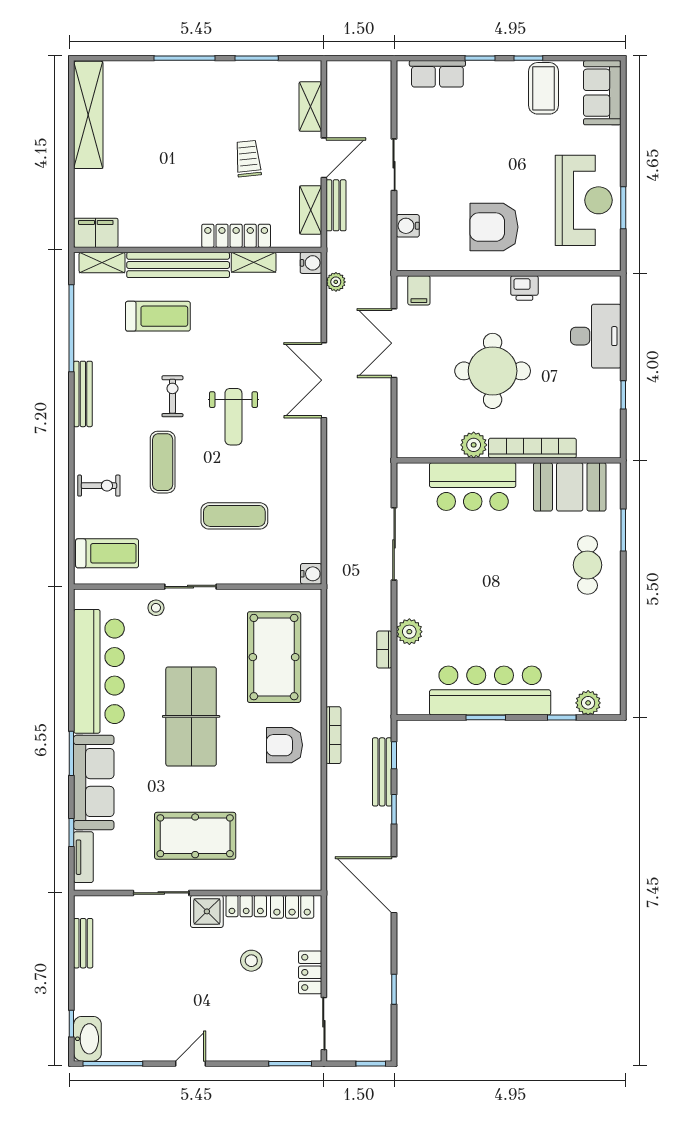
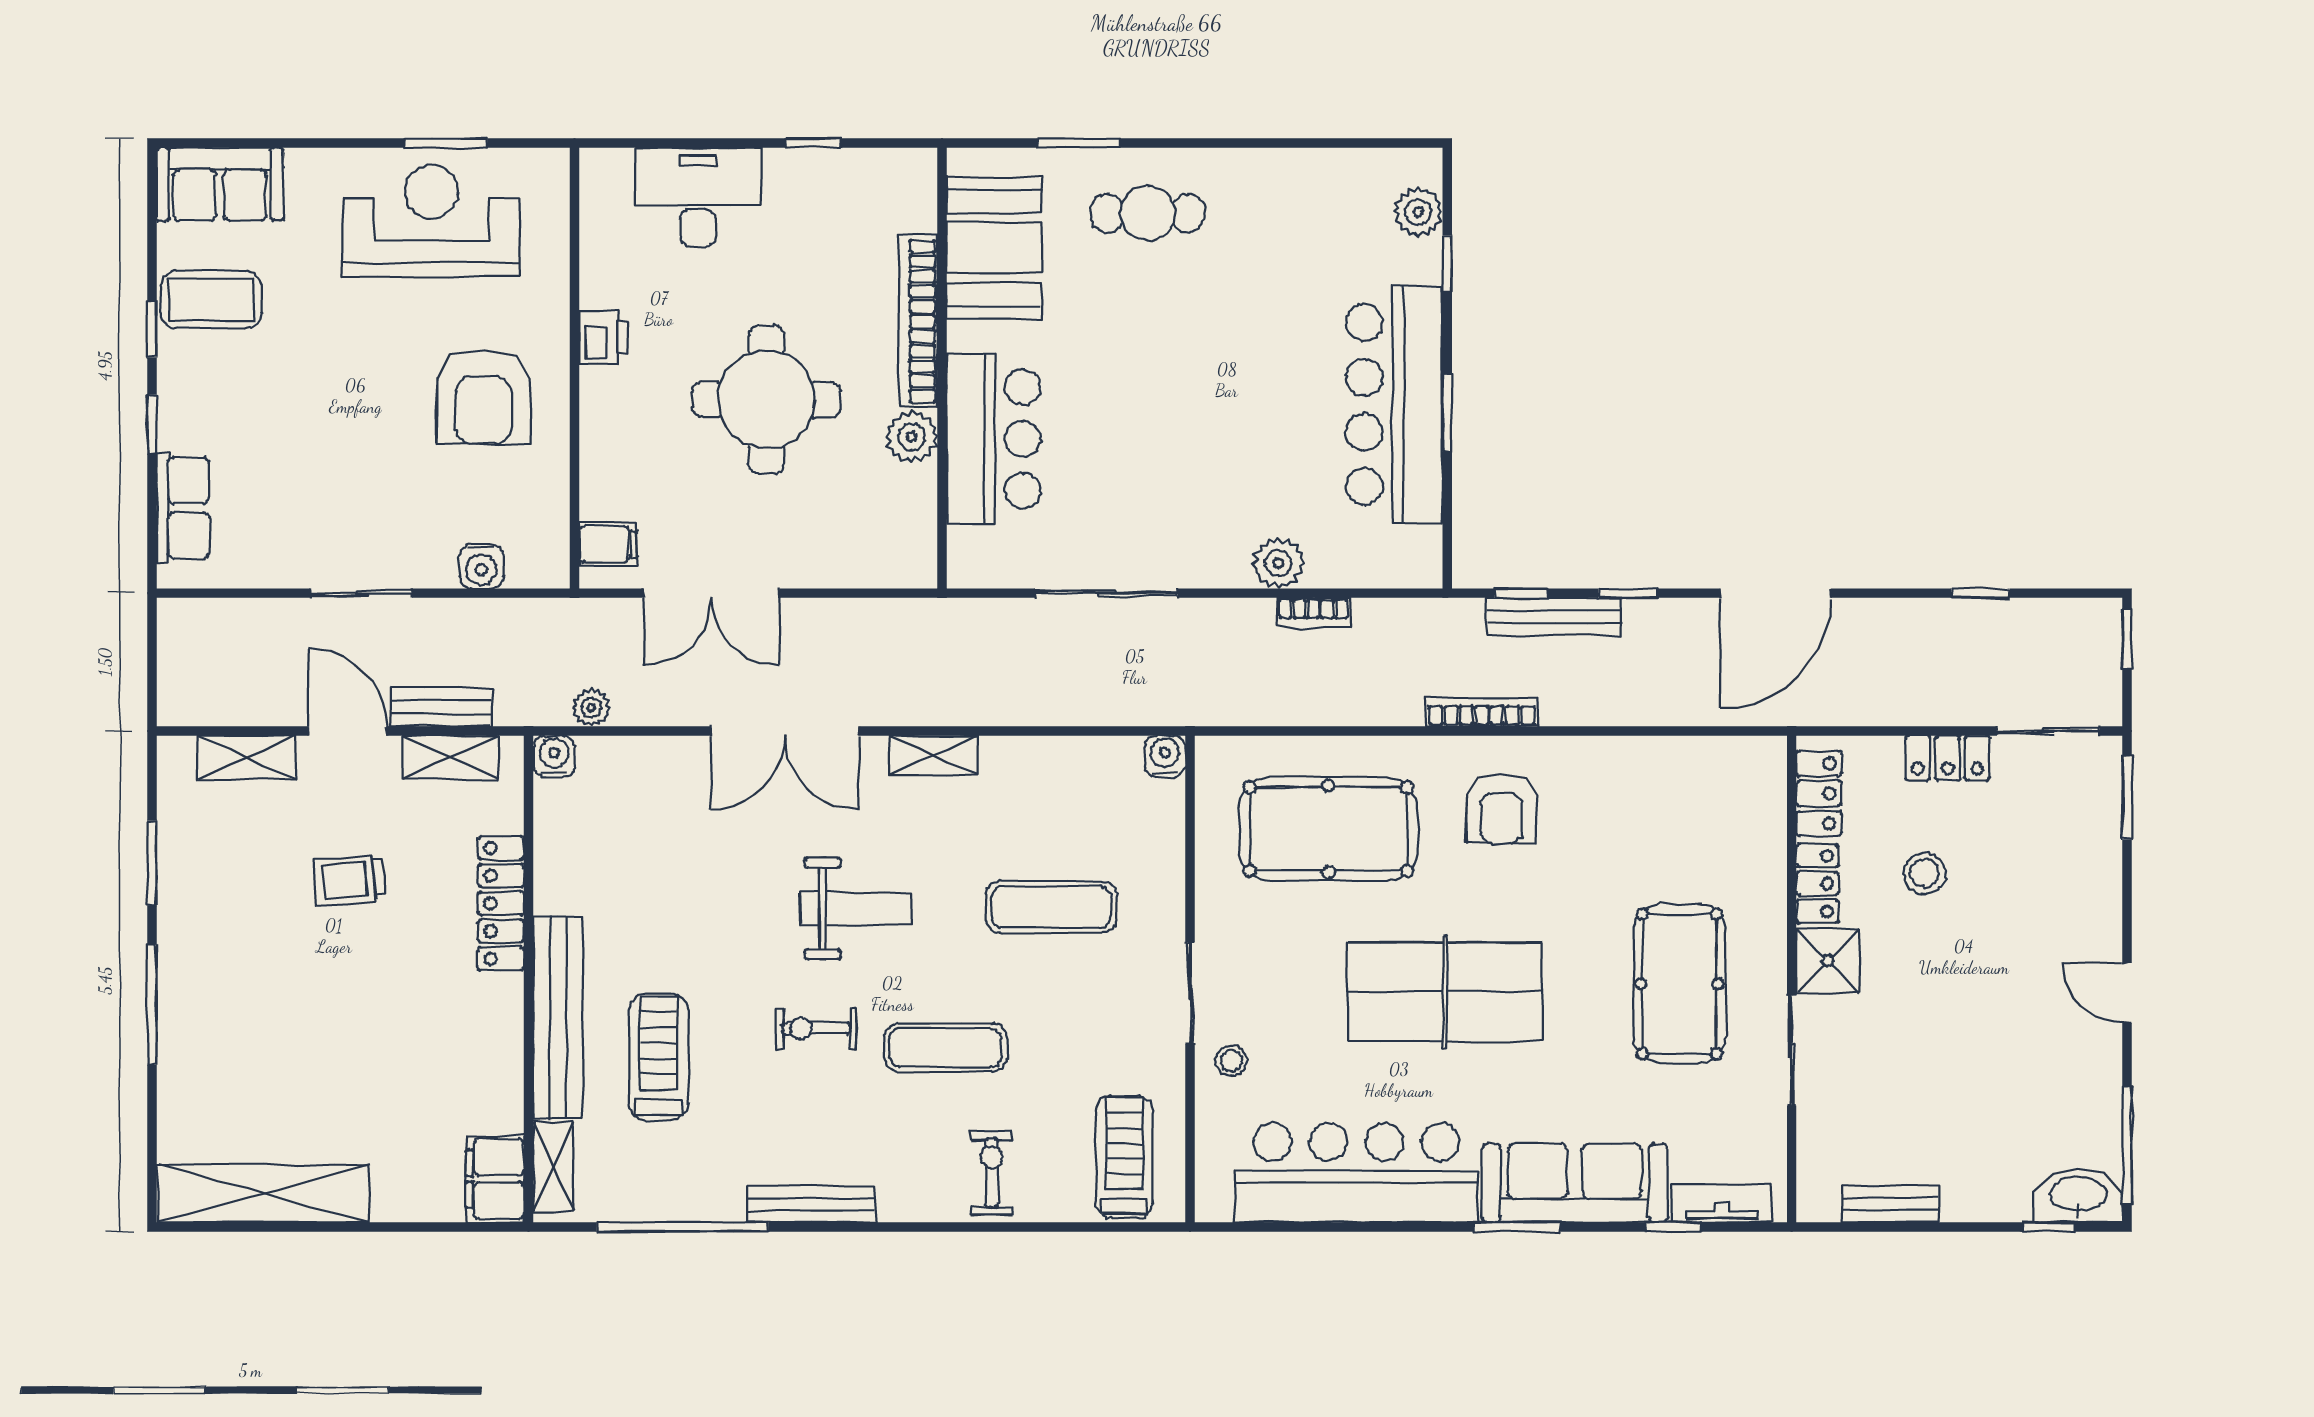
shelving: (254, 262) -> (934, 755), moved, turned 90
exercise mat: (234, 516) -> (1051, 907), turned 90

